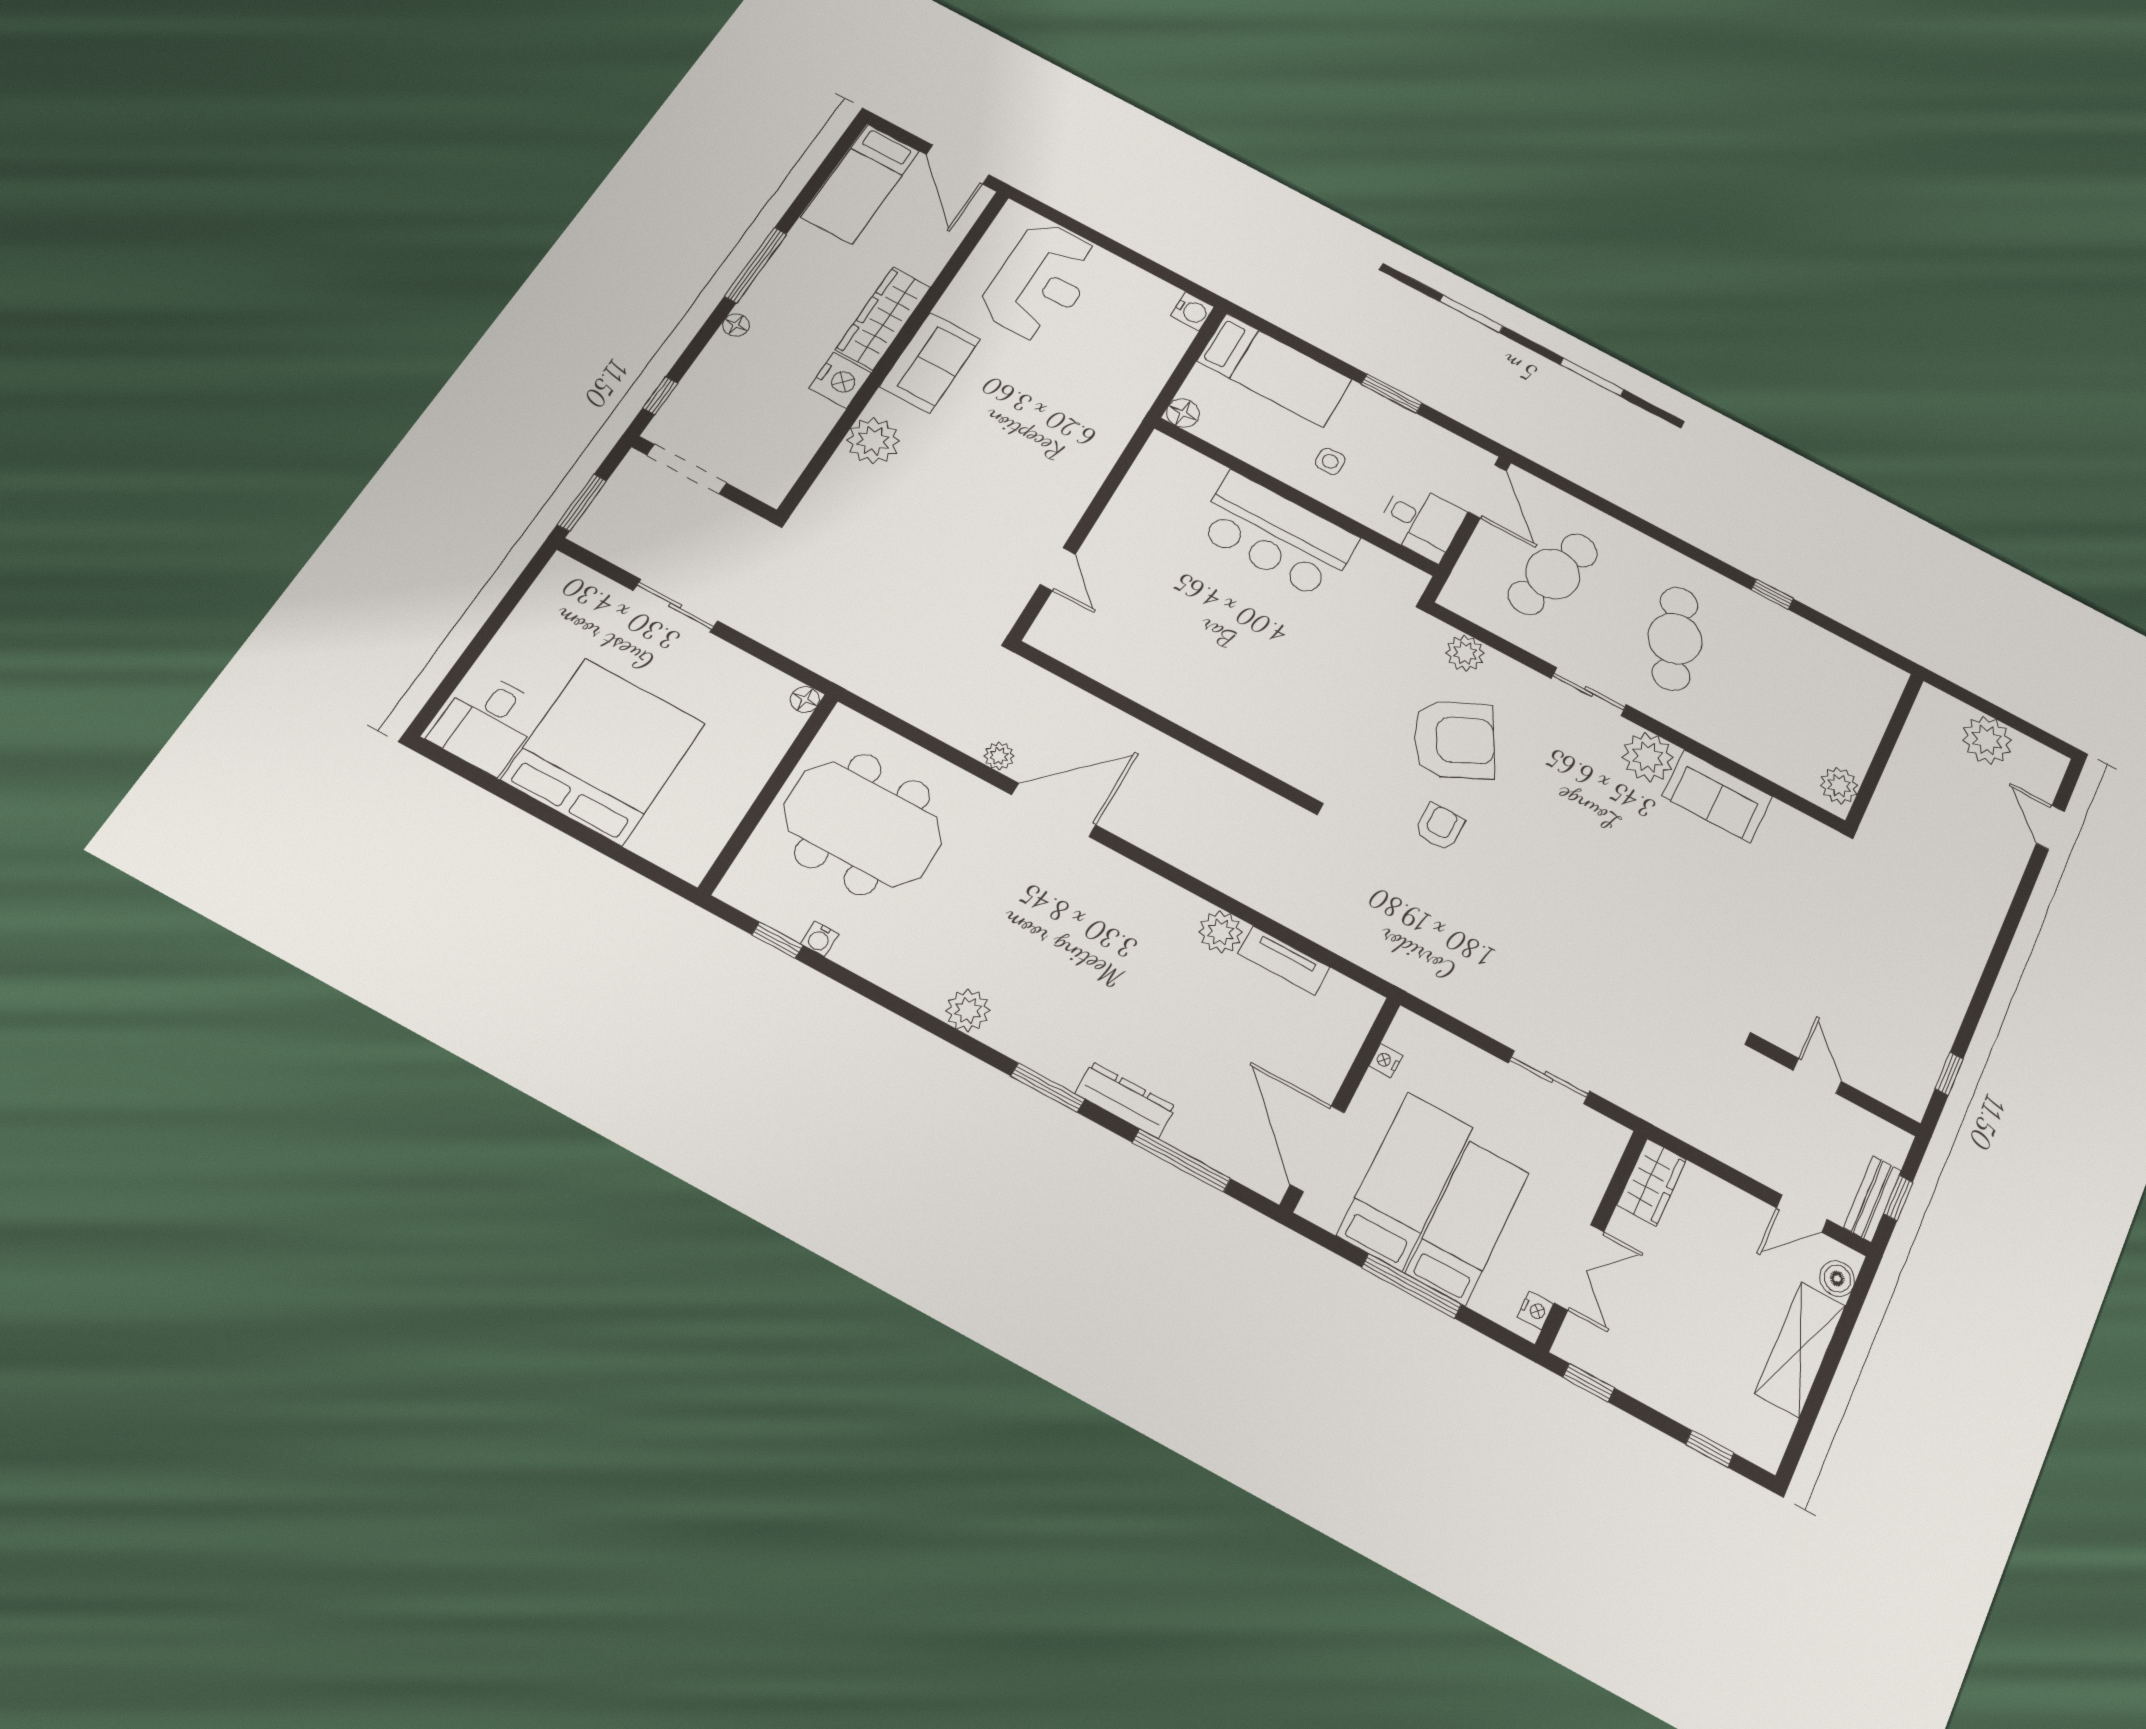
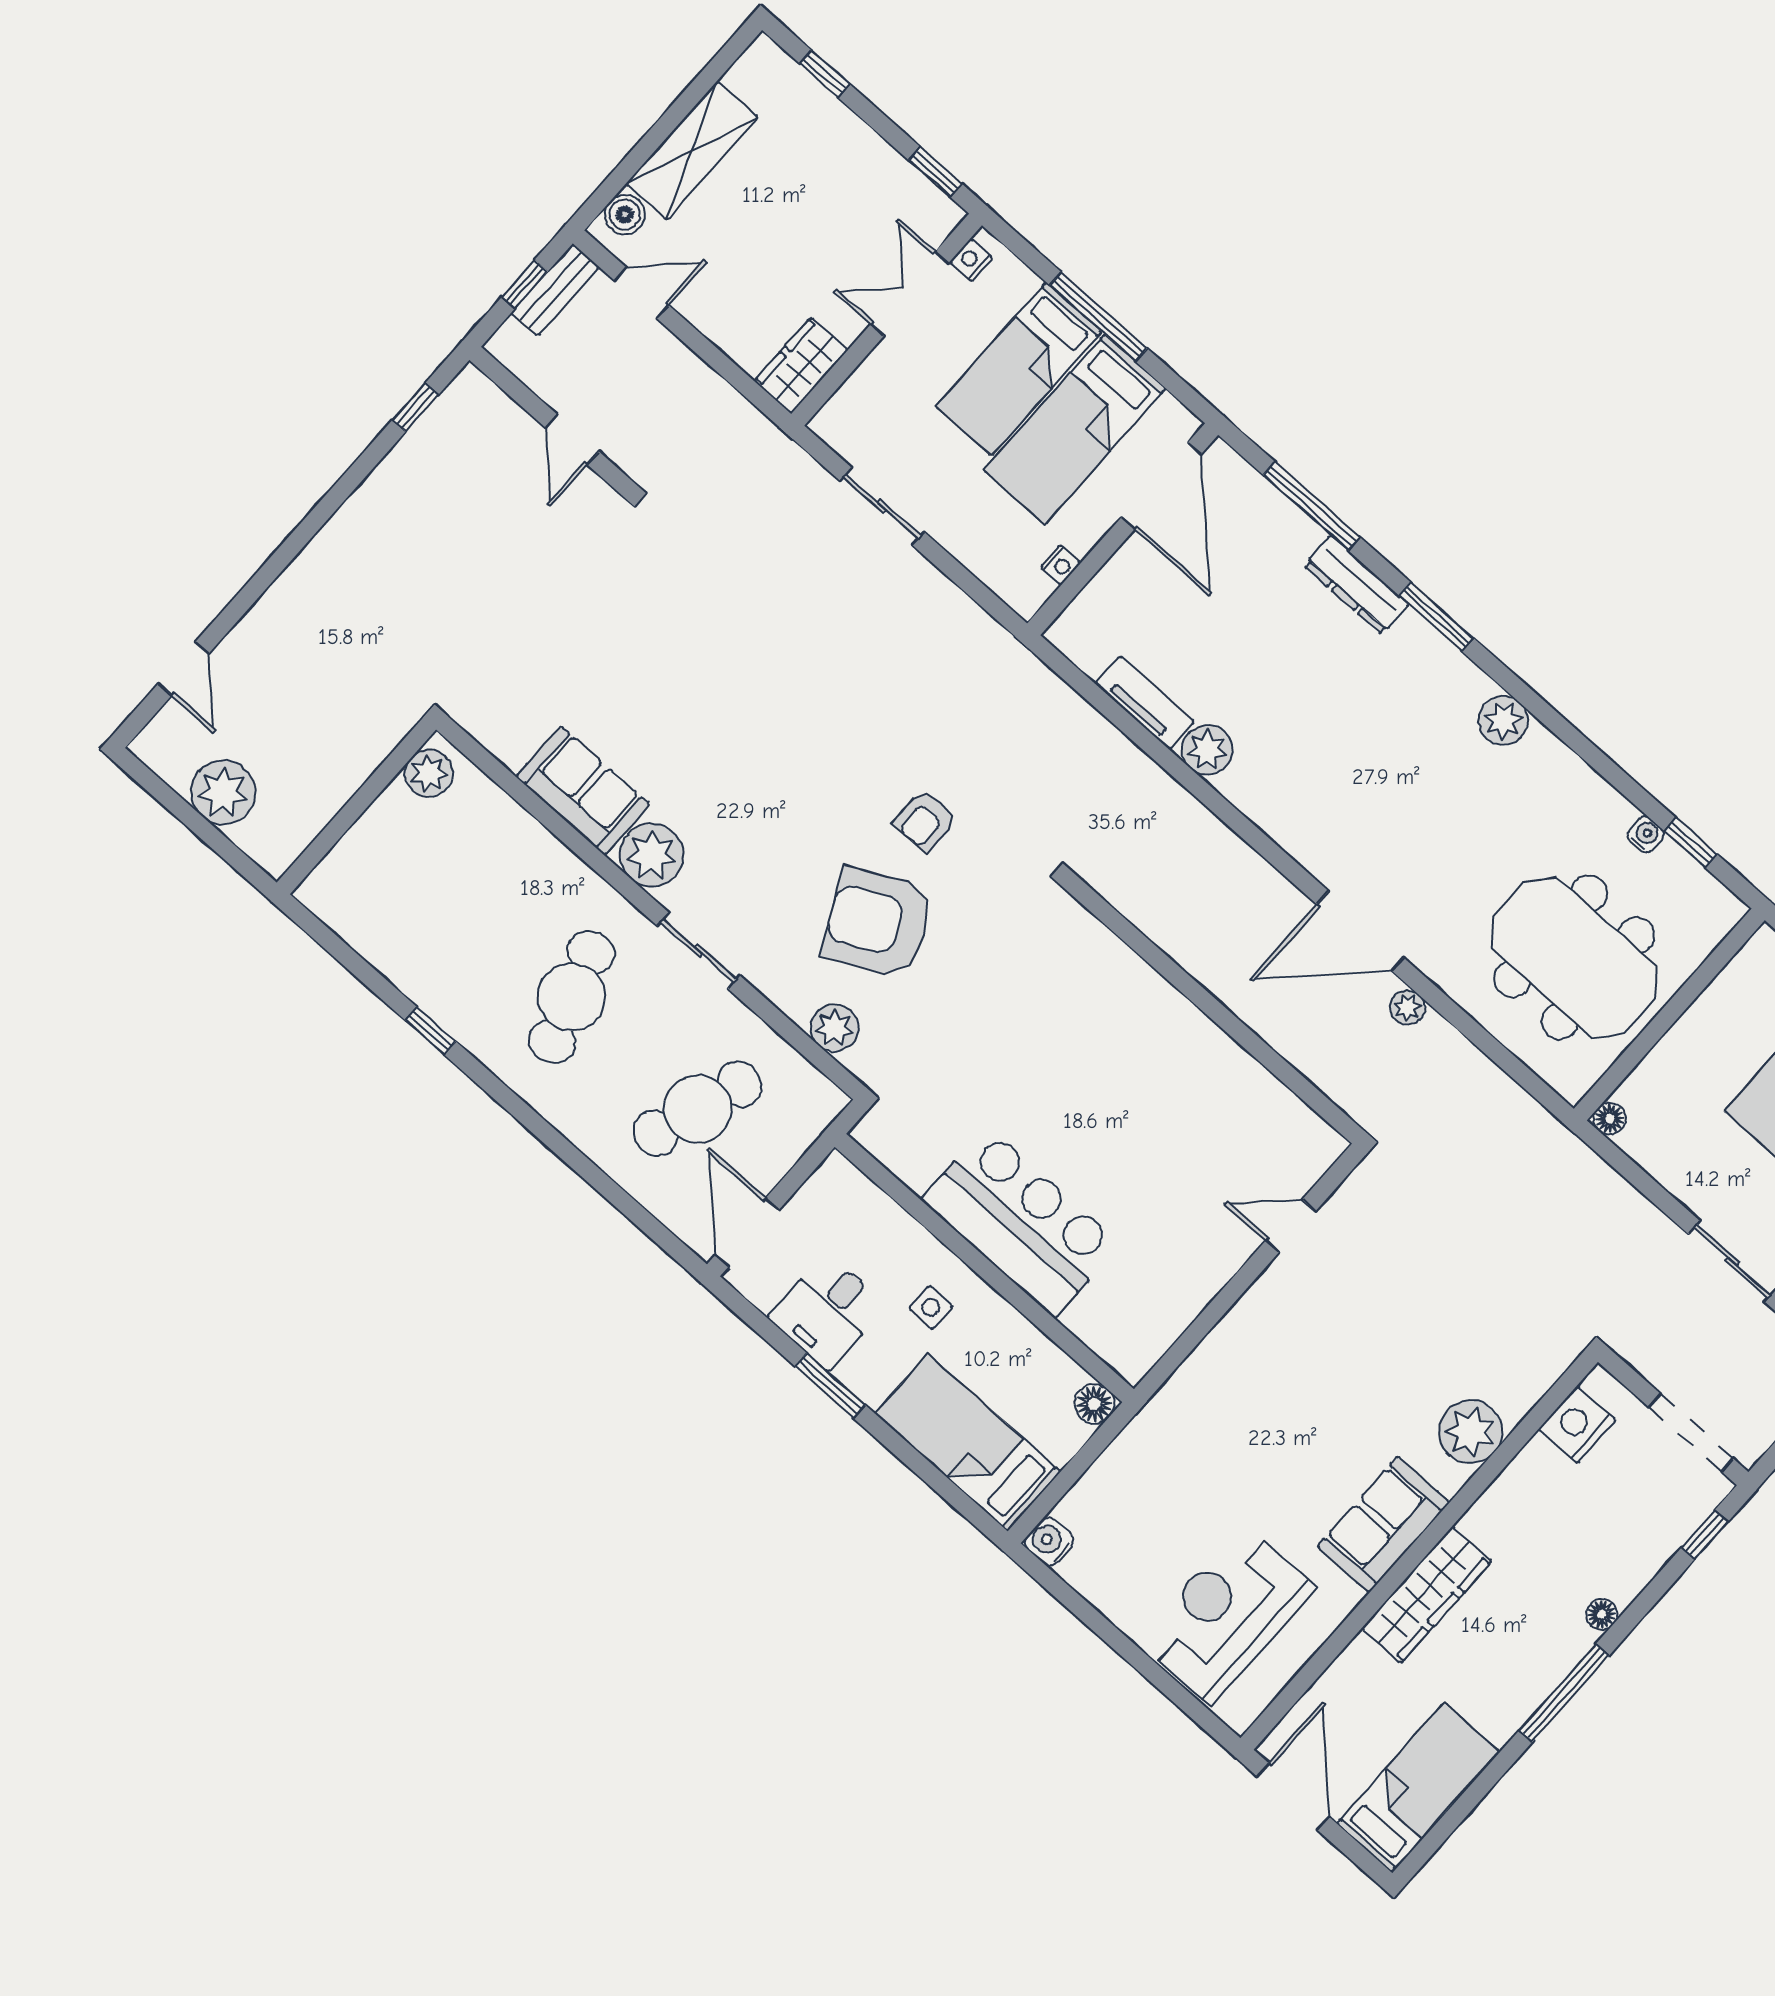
nightstand: (840, 380) -> (1577, 1425), moved
desk: (1421, 521) -> (827, 1311), moved, turned -90
door: (1058, 569) -> (1291, 1226), hinge flipped

